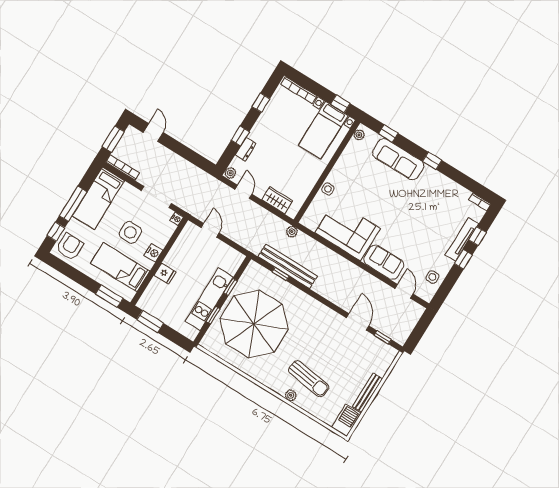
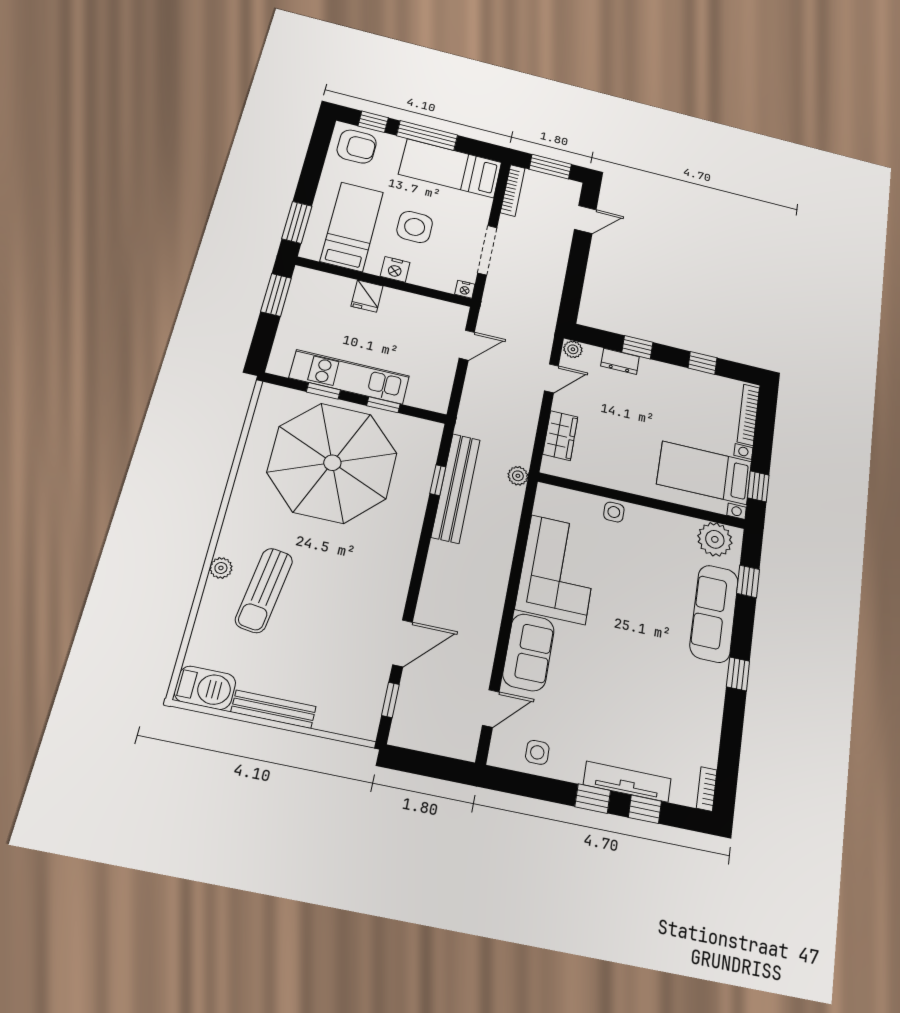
plant: (359, 135) -> (715, 539), width x1.88, depth x1.88

